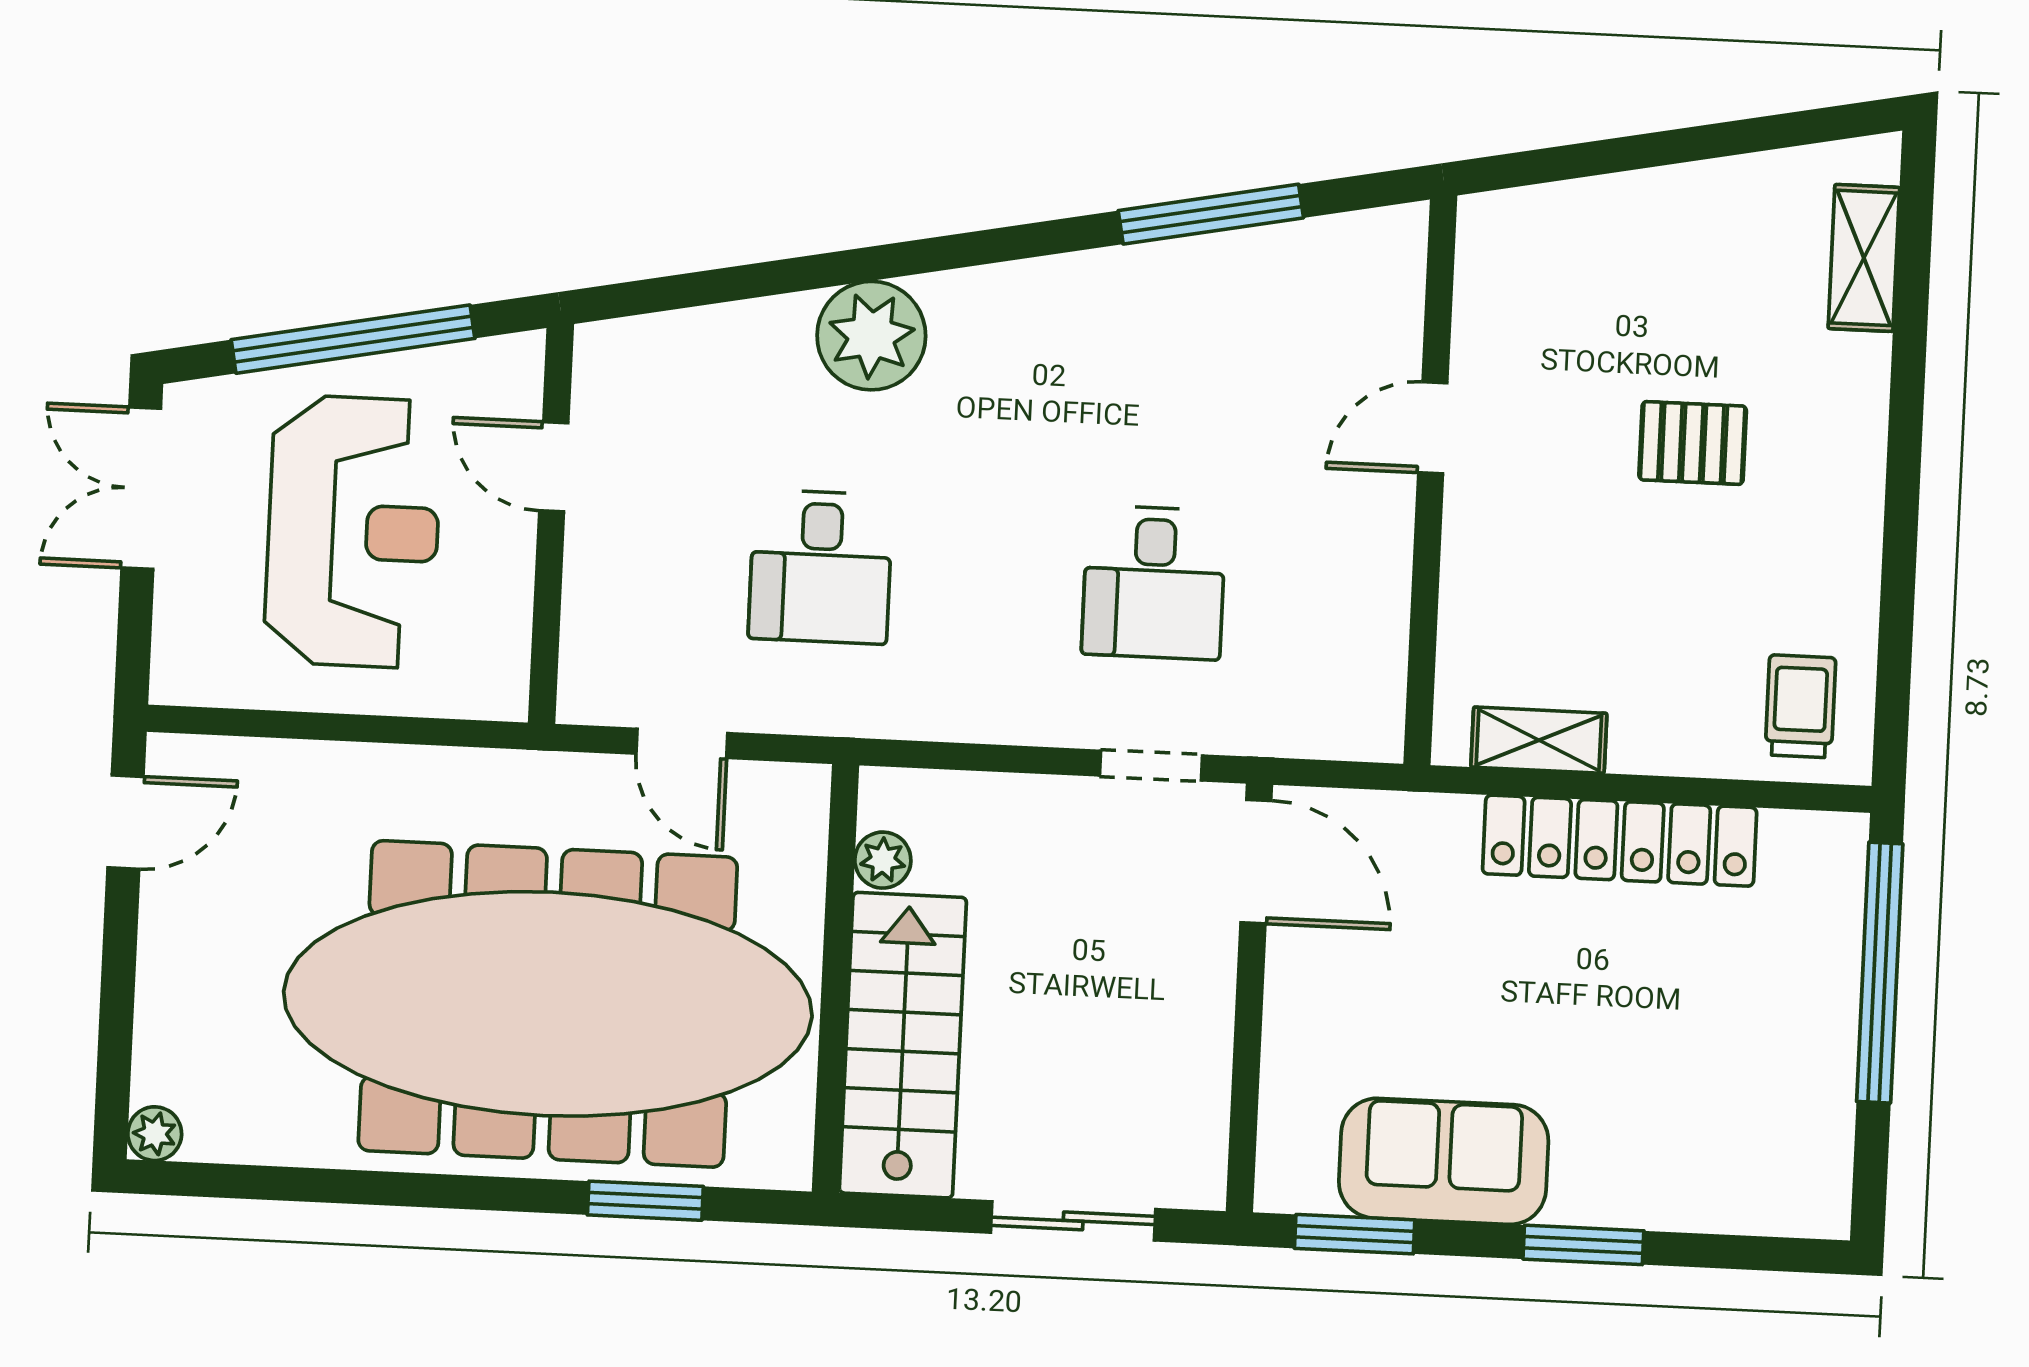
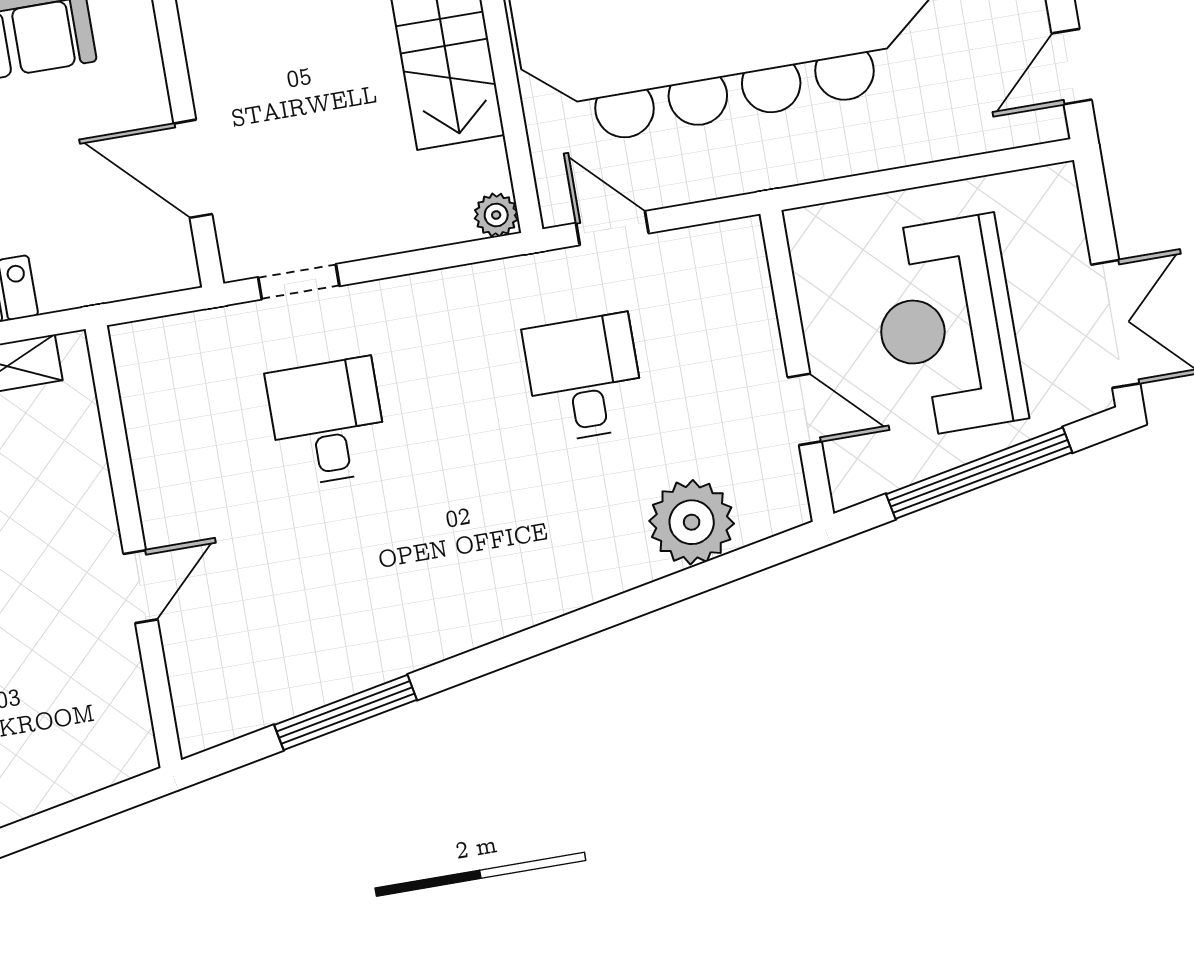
plant: (871, 336) -> (692, 522), moved
door: (682, 743) -> (612, 228), moved
plant: (883, 860) -> (496, 215), moved
door: (1256, 862) -> (193, 169), moved

